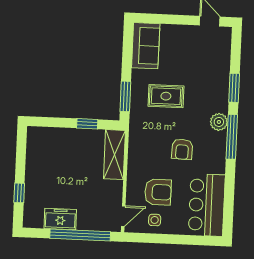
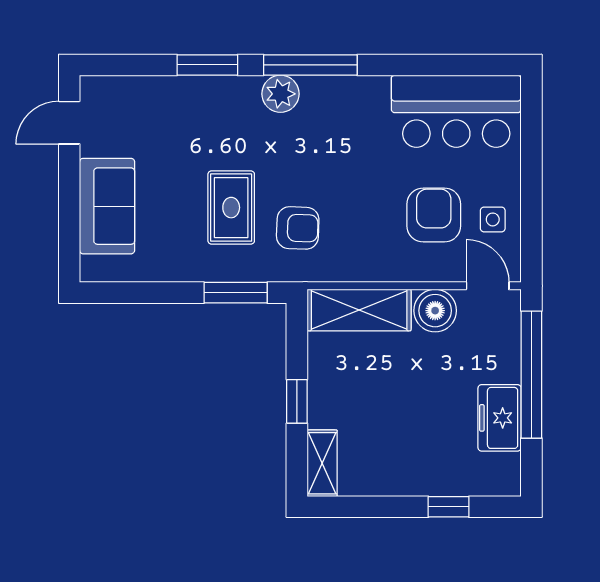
sofa: (146, 46) -> (107, 206), moved, turned 90
window: (87, 124) -> (297, 401), moved
shelving: (43, 134) -> (322, 463), added
armchair: (182, 149) -> (298, 228), moved
boiler: (113, 191) -> (435, 311), added

